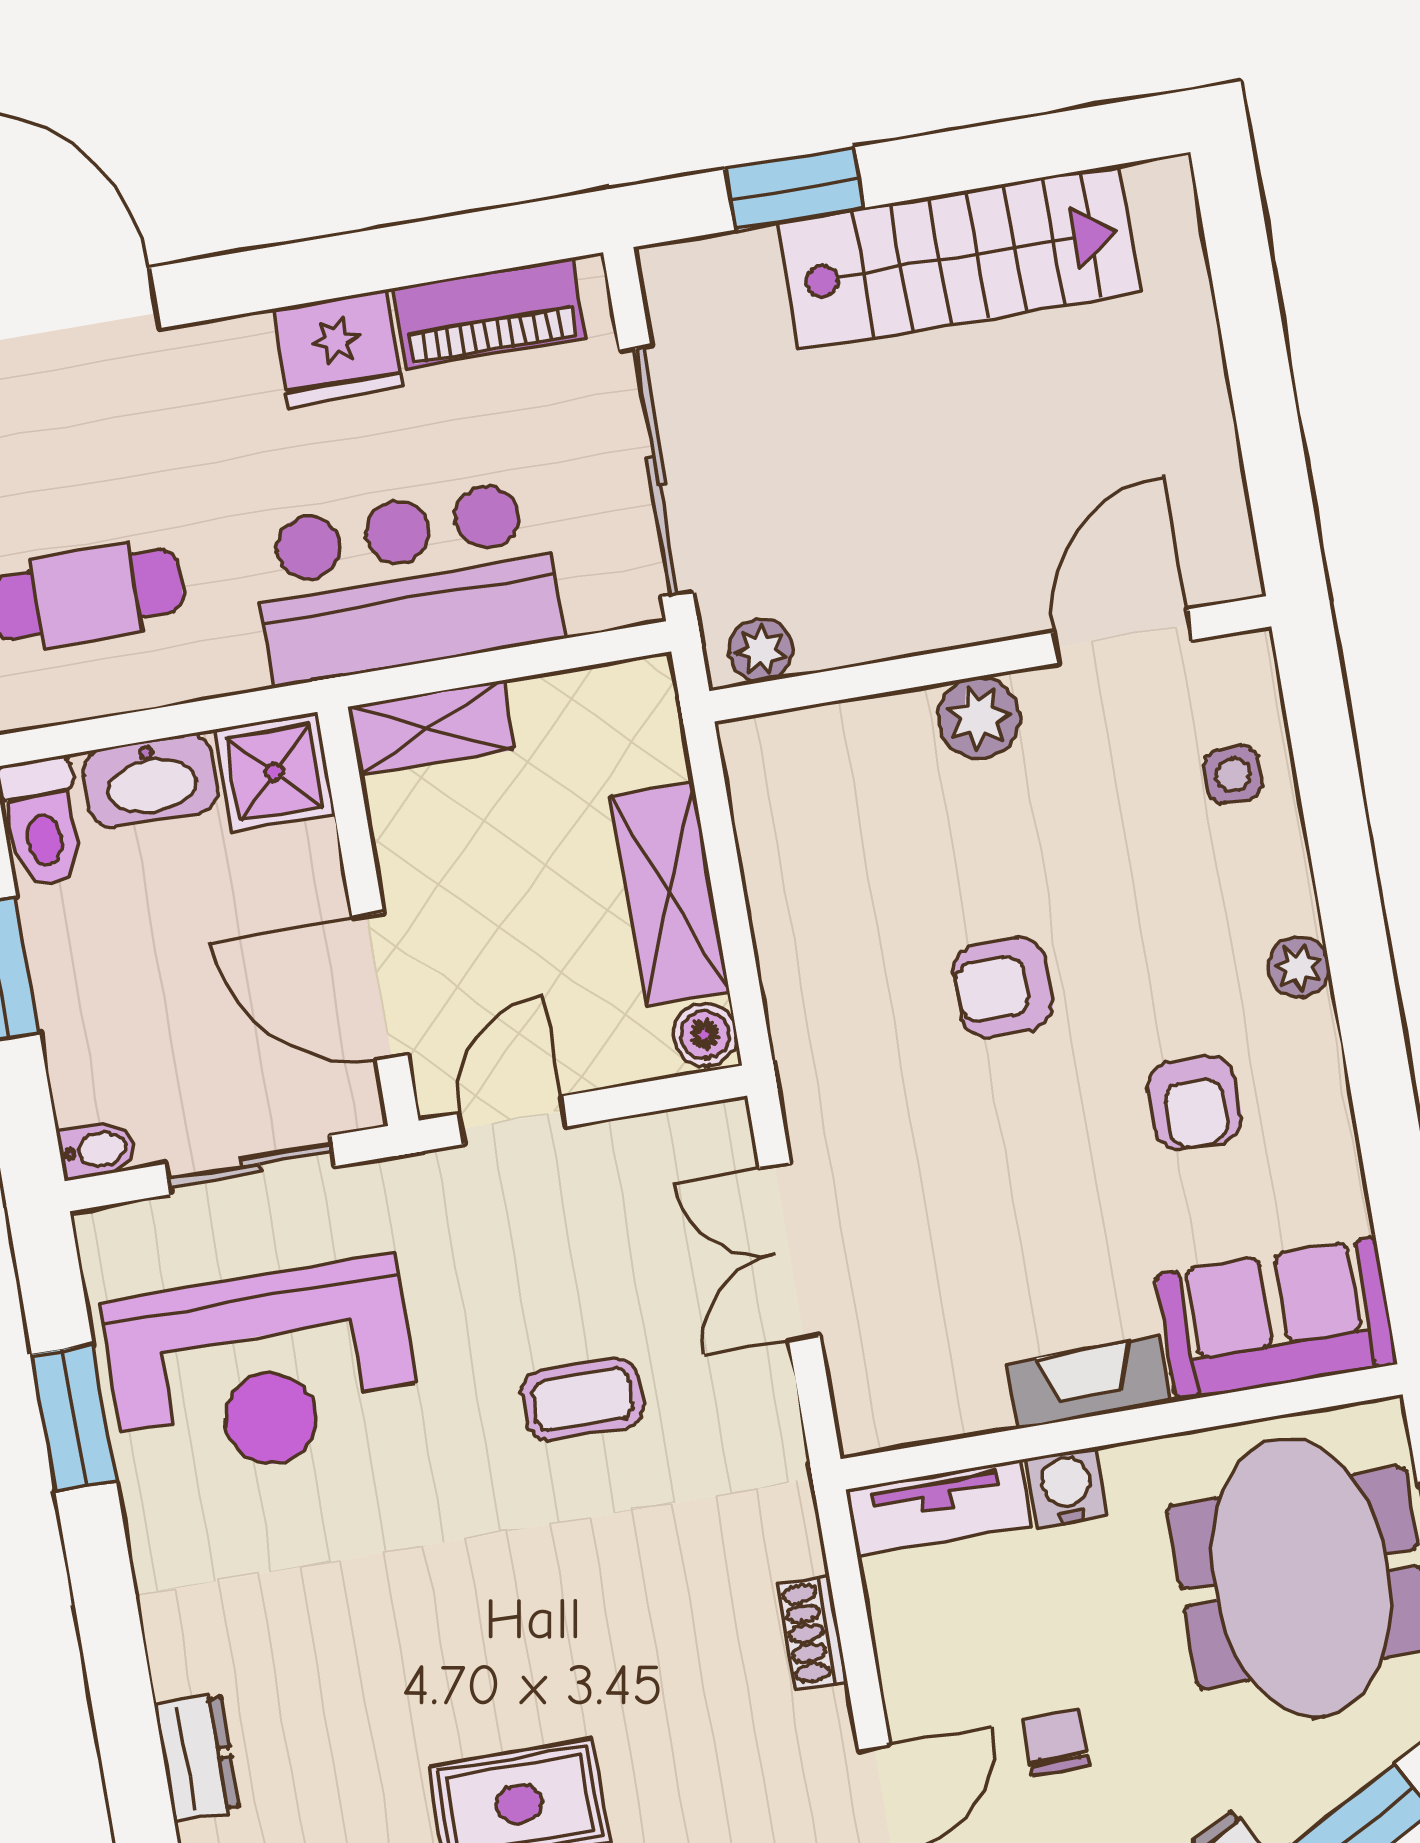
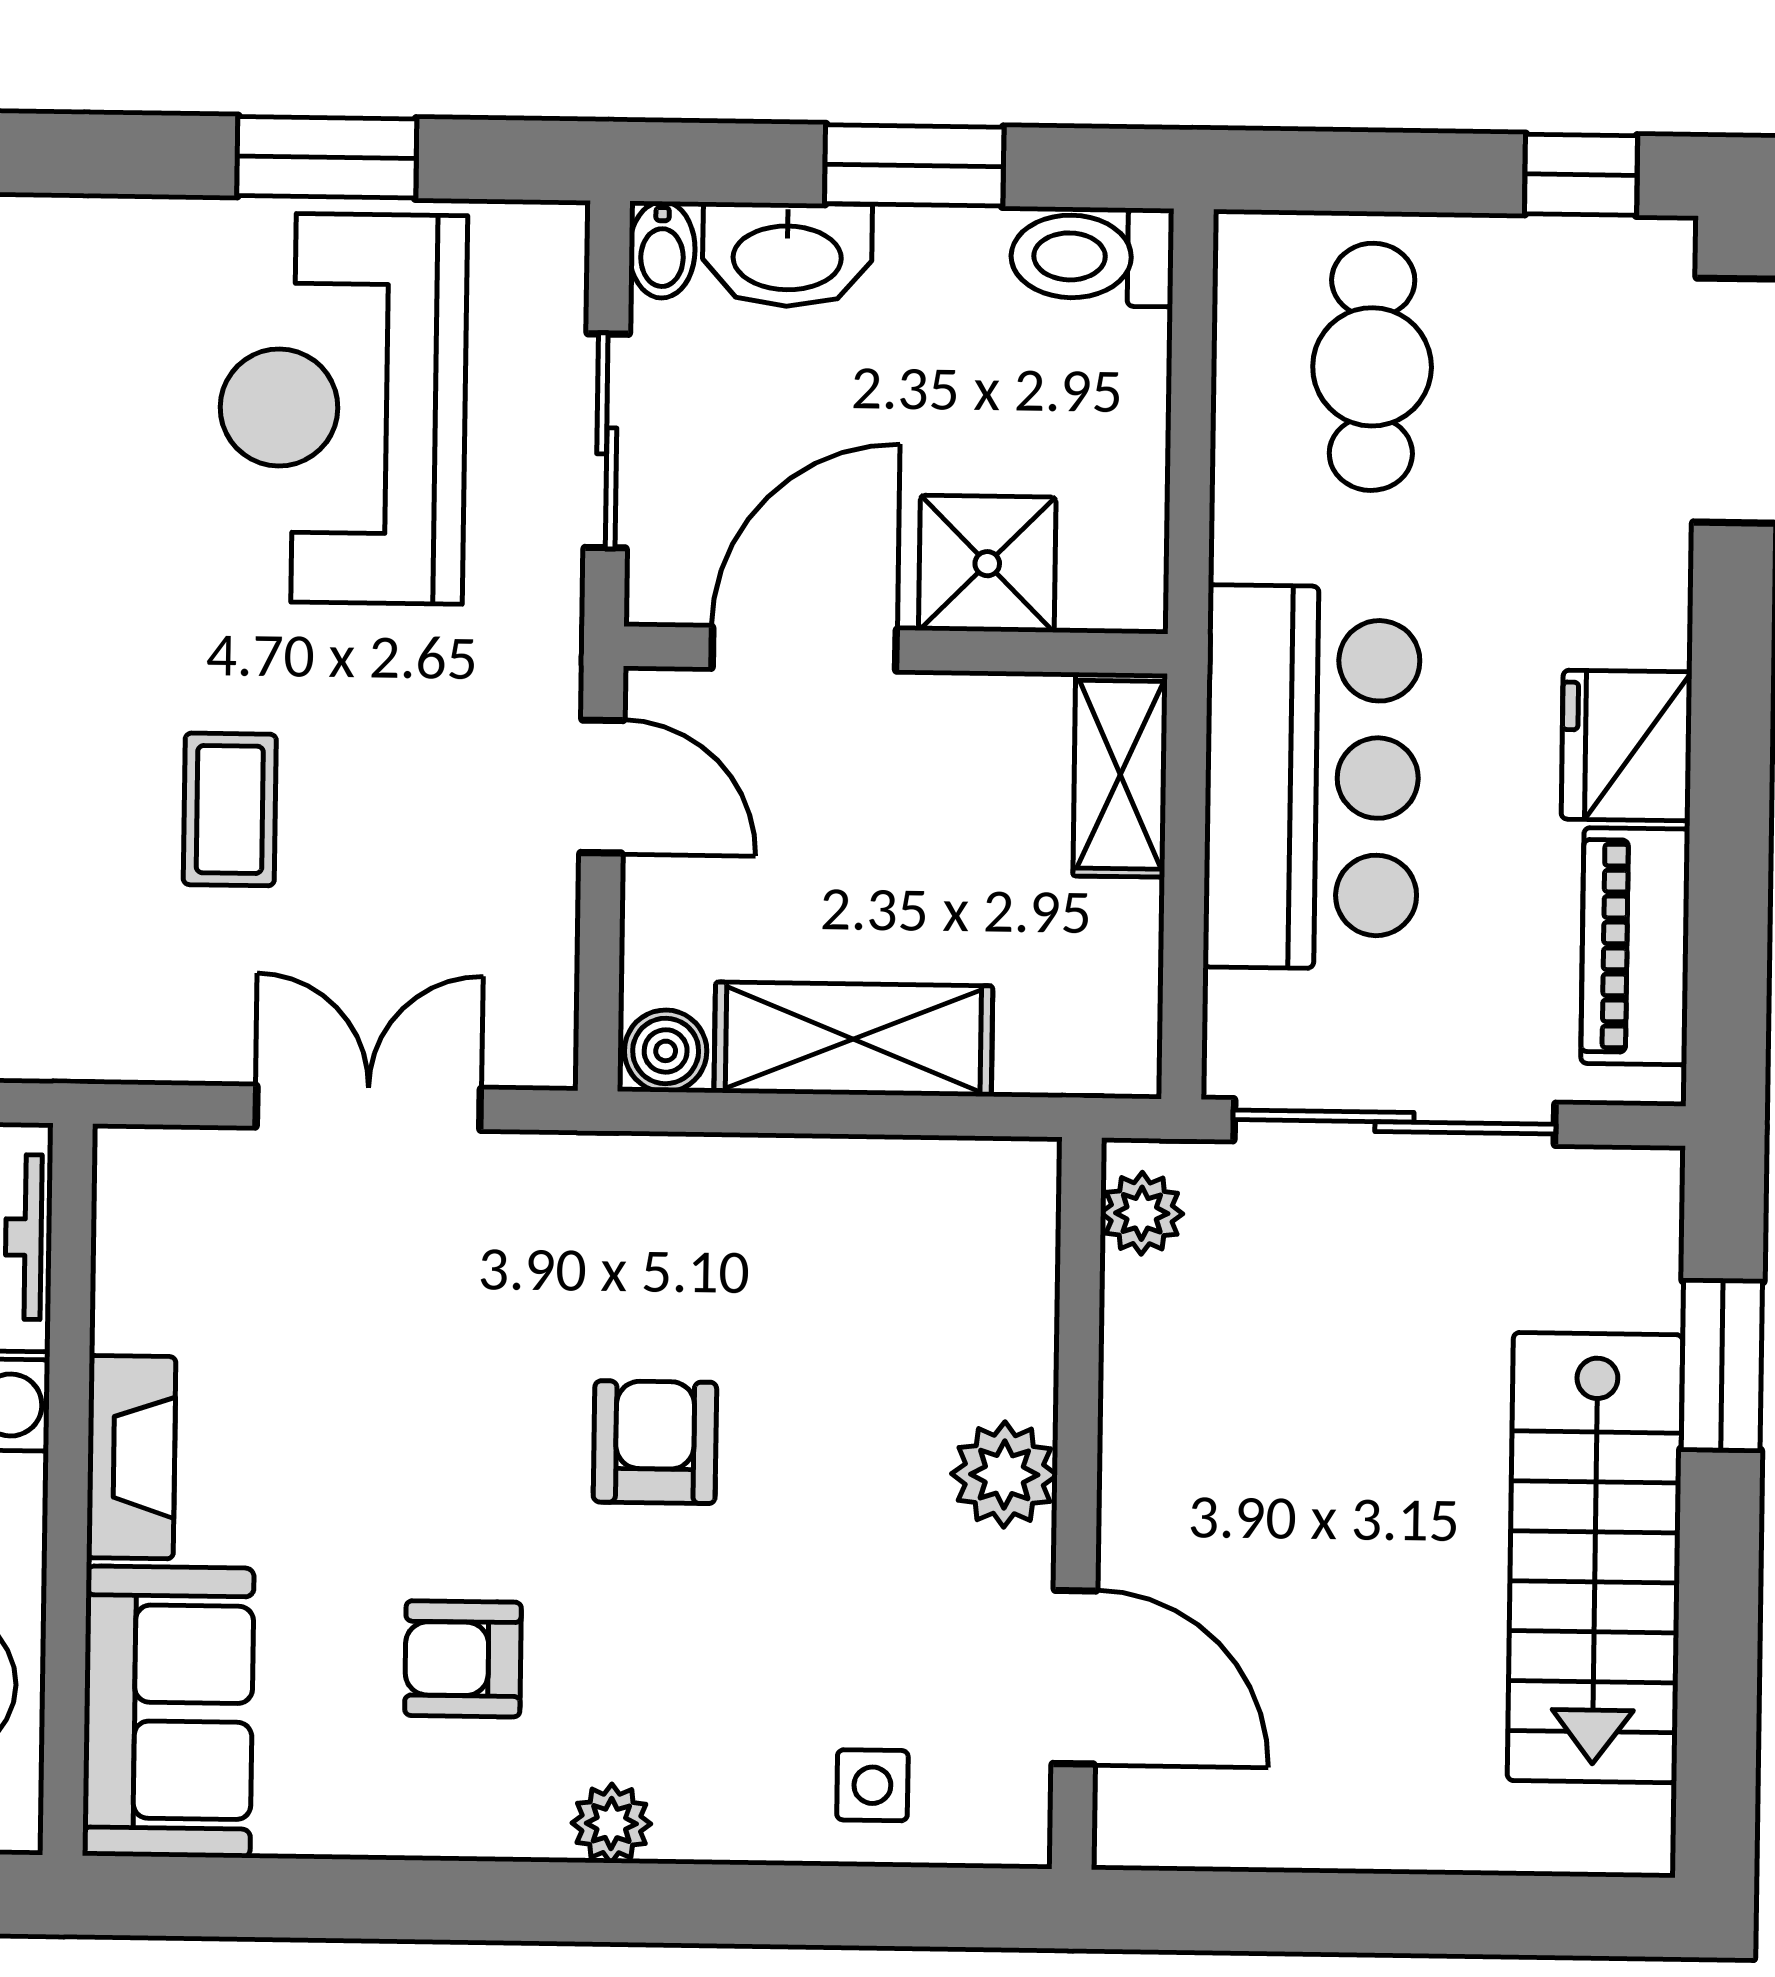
shower: (275, 772) -> (987, 564), moved
washbasin: (151, 781) -> (787, 255), moved, turned -90

